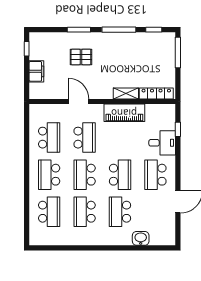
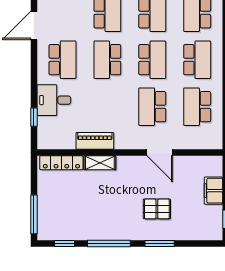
piano: (124, 113) -> (95, 141), width x0.73, depth x0.75

